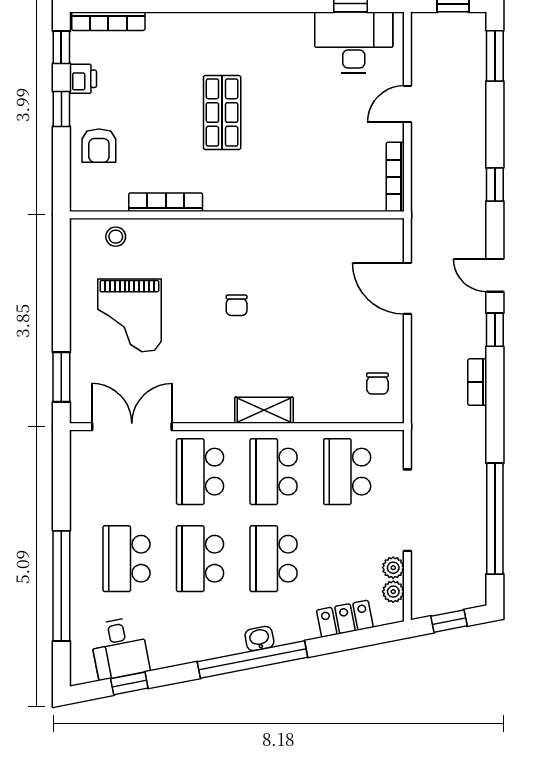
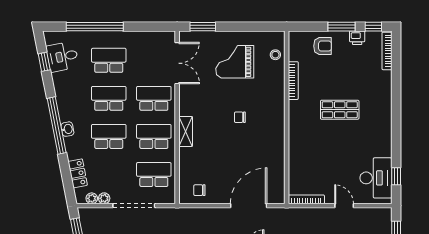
window: (61, 109) -> (341, 27), width x1.50
armchair: (99, 146) -> (323, 46), turned 180
door: (407, 288) -> (249, 206), width x1.36

